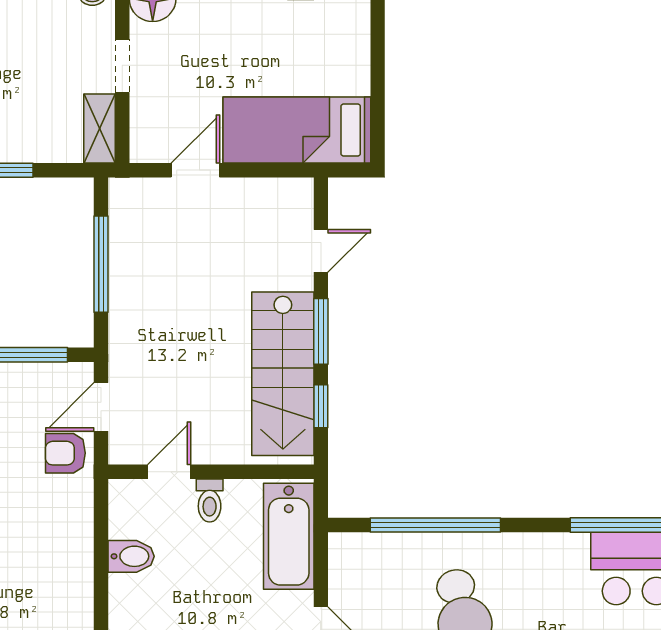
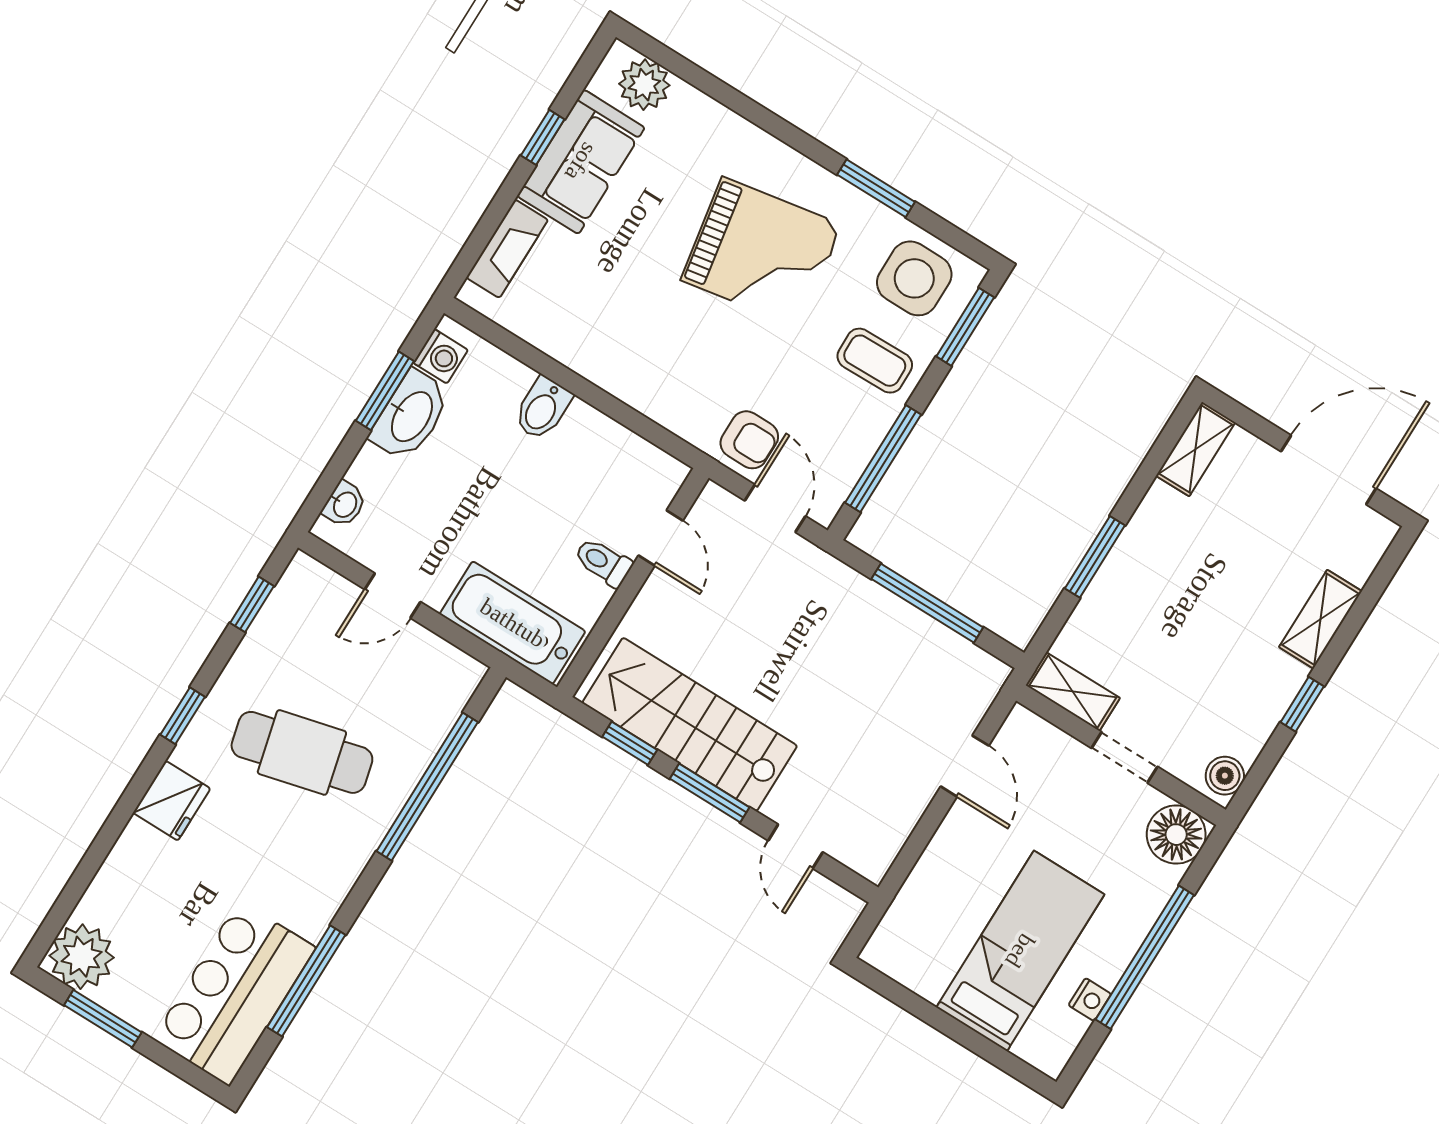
bed: (297, 130) -> (1020, 951), moved
armchair: (65, 453) -> (749, 440), turned 90
bidet: (131, 556) -> (543, 408), moved

